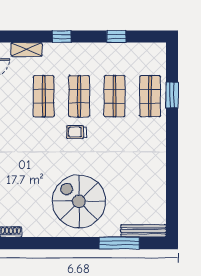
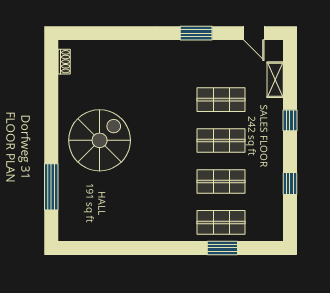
trolley: (76, 132) -> (180, 137), removed
bench: (143, 231) -> (65, 215), removed

